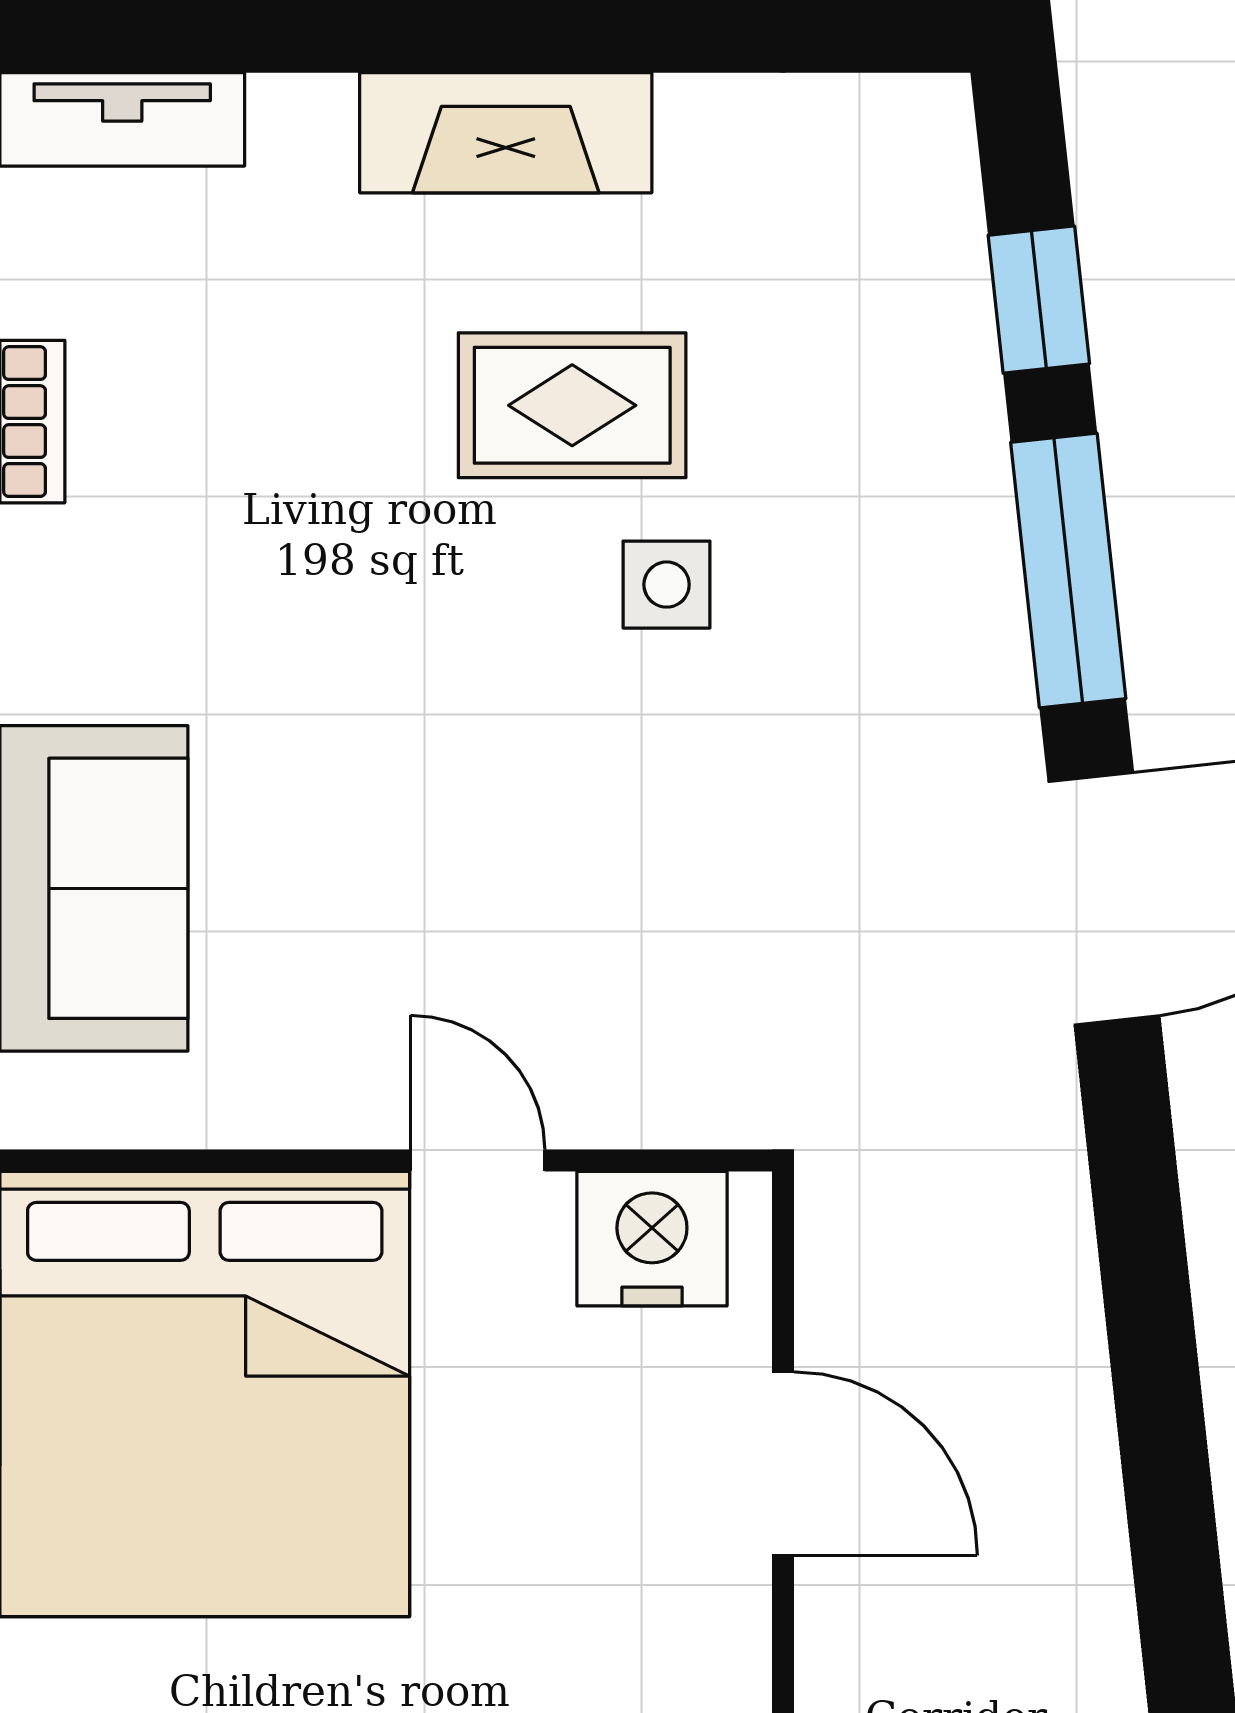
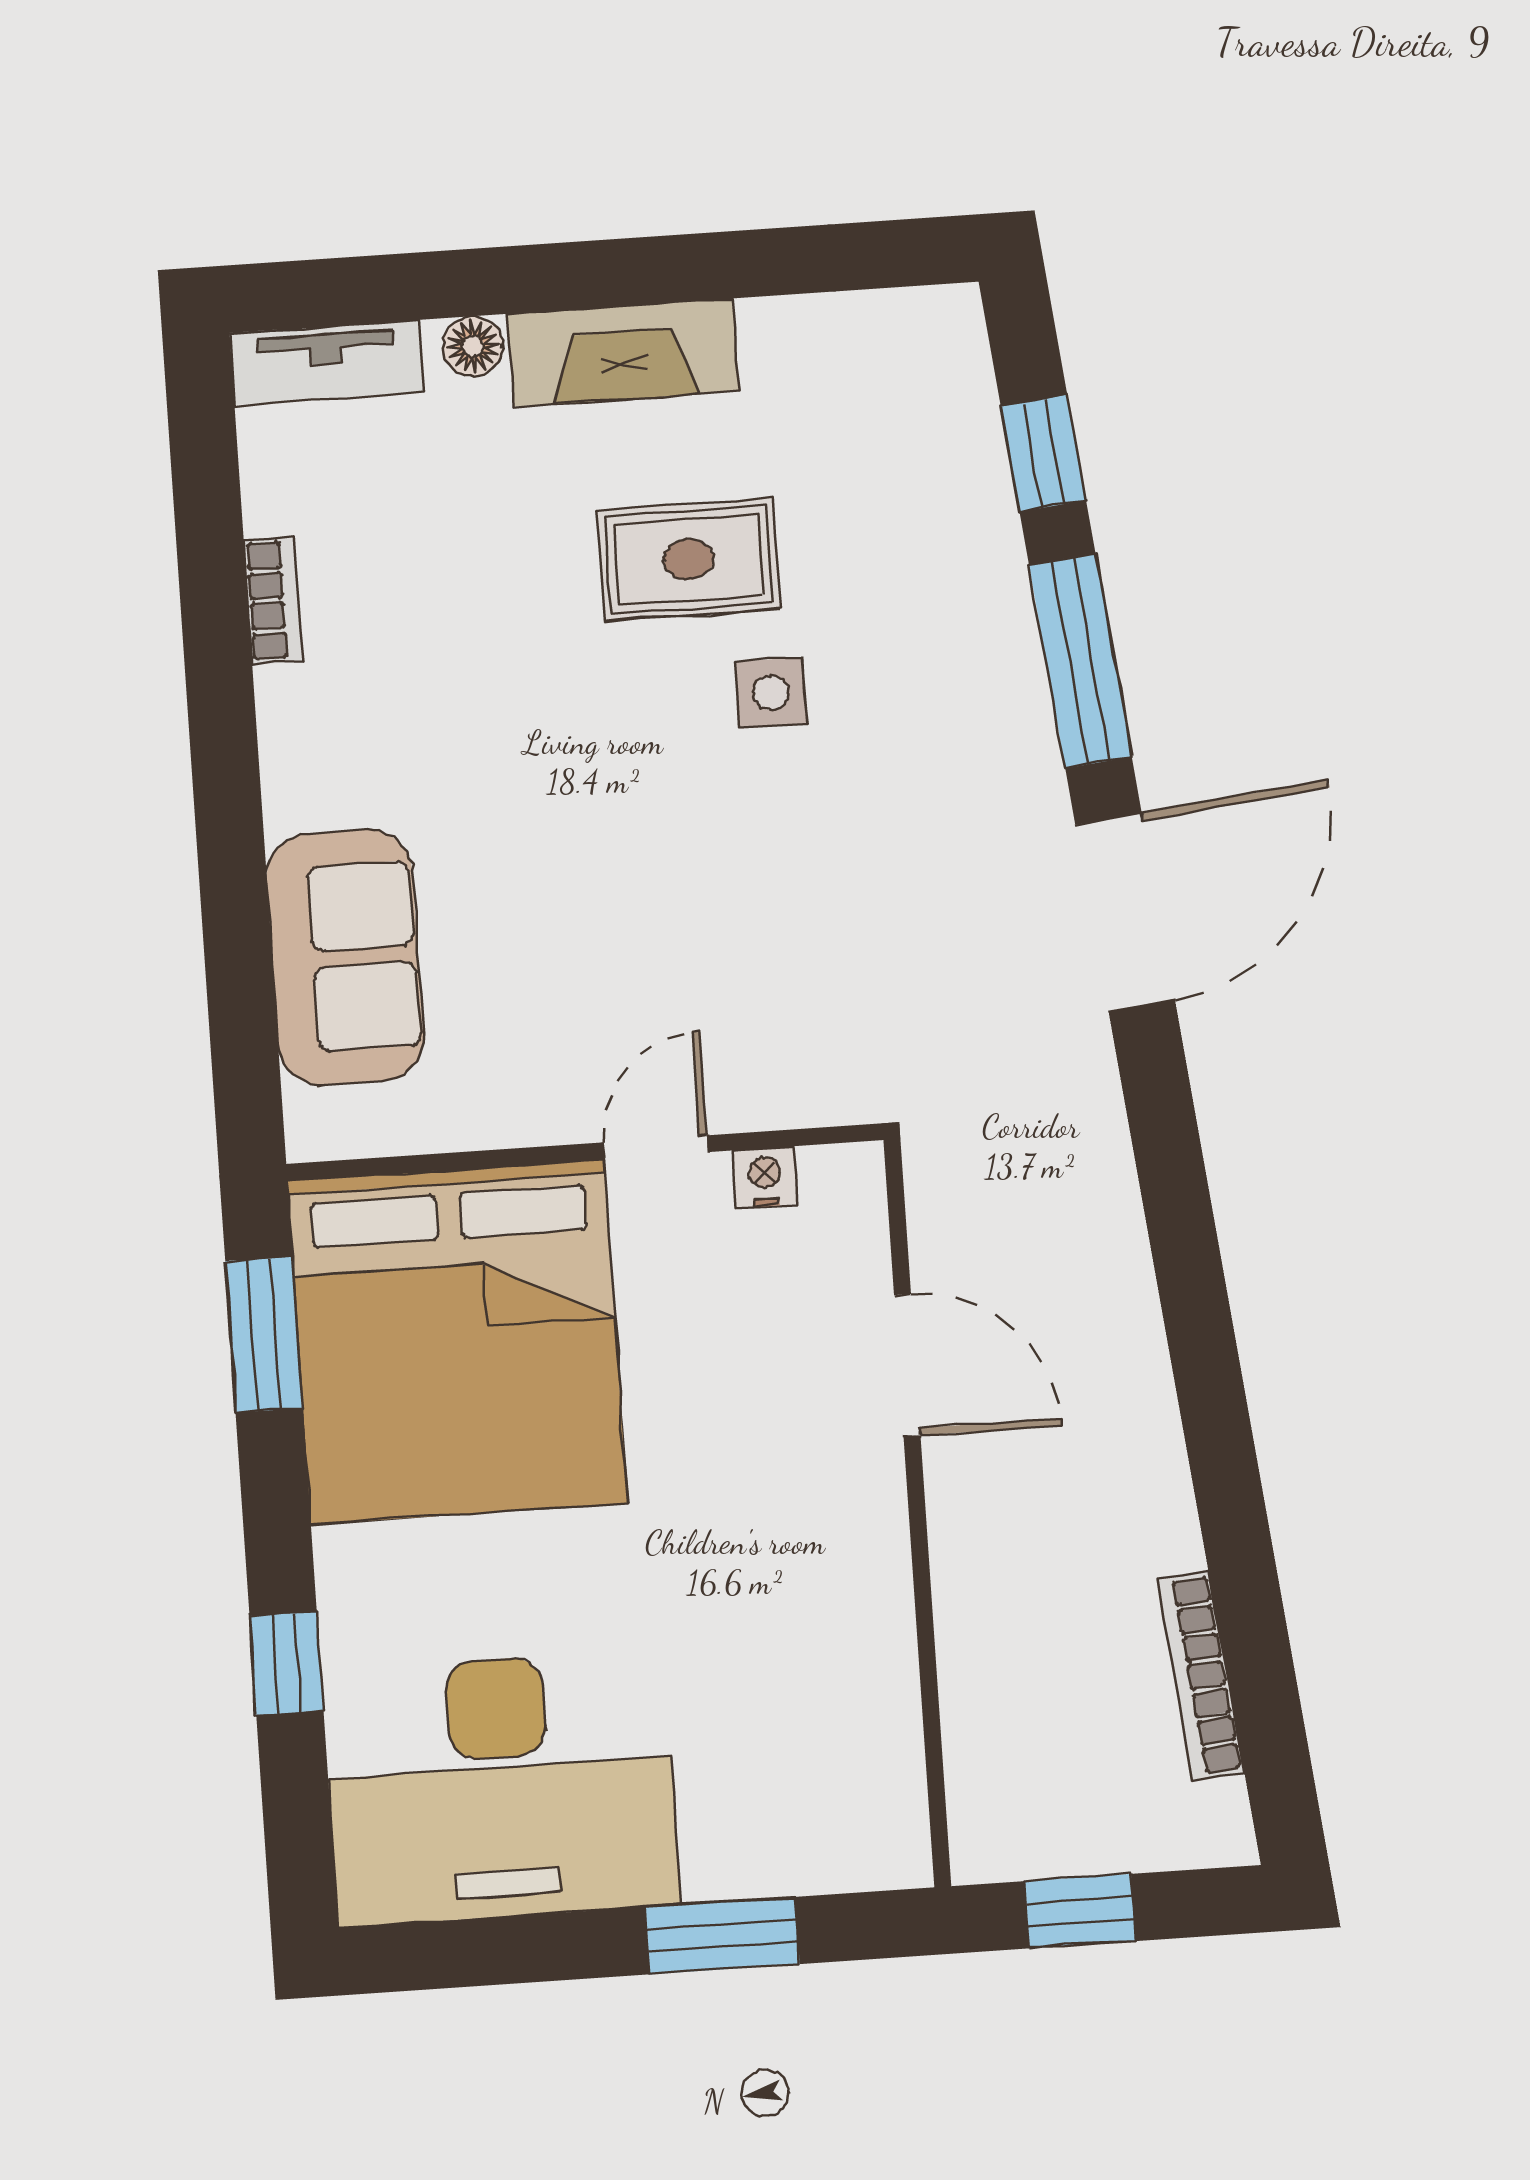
floor lamp: (313, 111) -> (473, 346), added
door: (478, 1160) -> (656, 1147), hinge flipped
nightstand: (652, 1239) -> (765, 1177), width x0.53, depth x0.56

